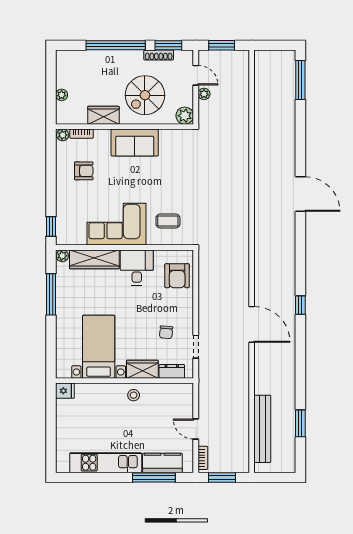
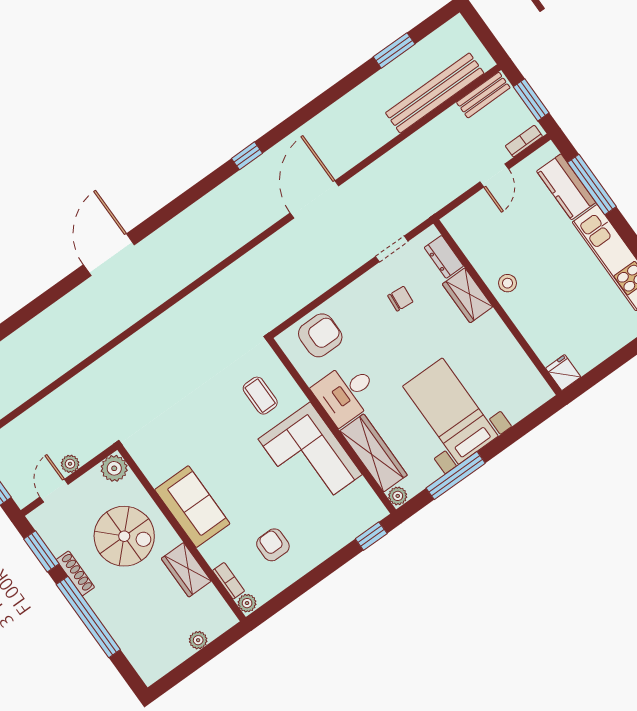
shoe rack: (159, 55) -> (75, 573), moved
bed with nightstands: (99, 347) -> (450, 411), moved, turned 90
bench: (243, 454) -> (483, 95), added

